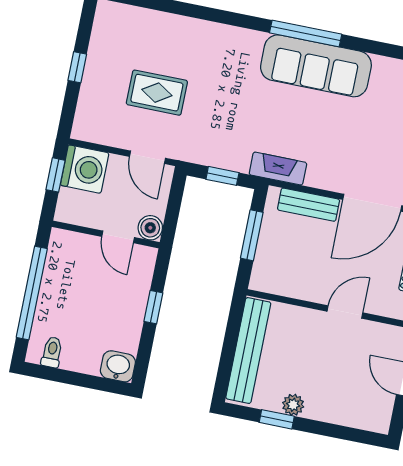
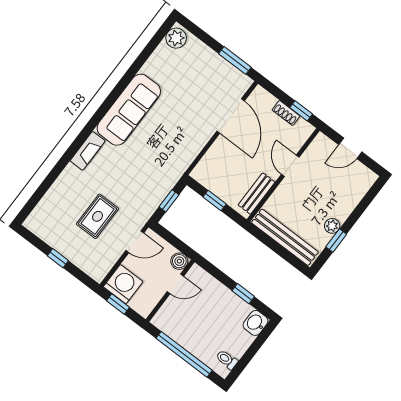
window: (306, 34) -> (106, 106), removed
fireplace: (278, 169) -> (88, 151), moved, turned 180
bench: (309, 205) -> (257, 194), moved
window: (252, 235) -> (215, 200), width x0.67
window: (153, 307) -> (243, 294), moved

